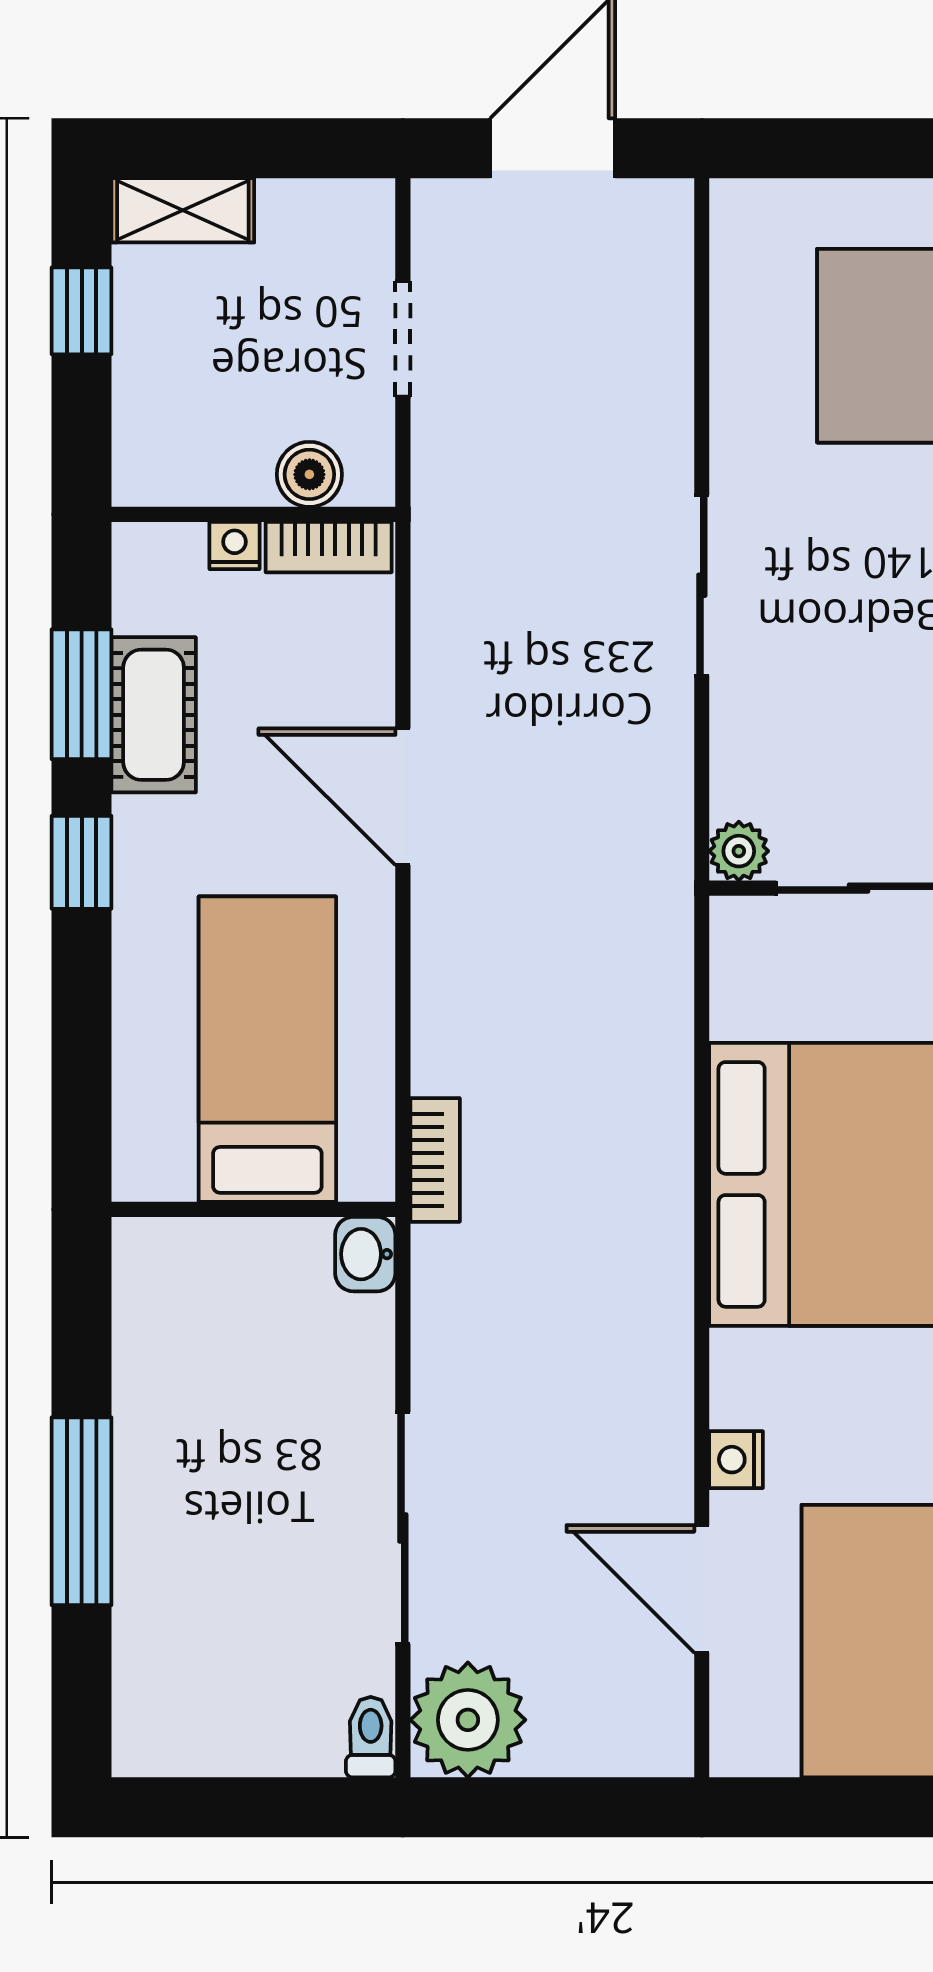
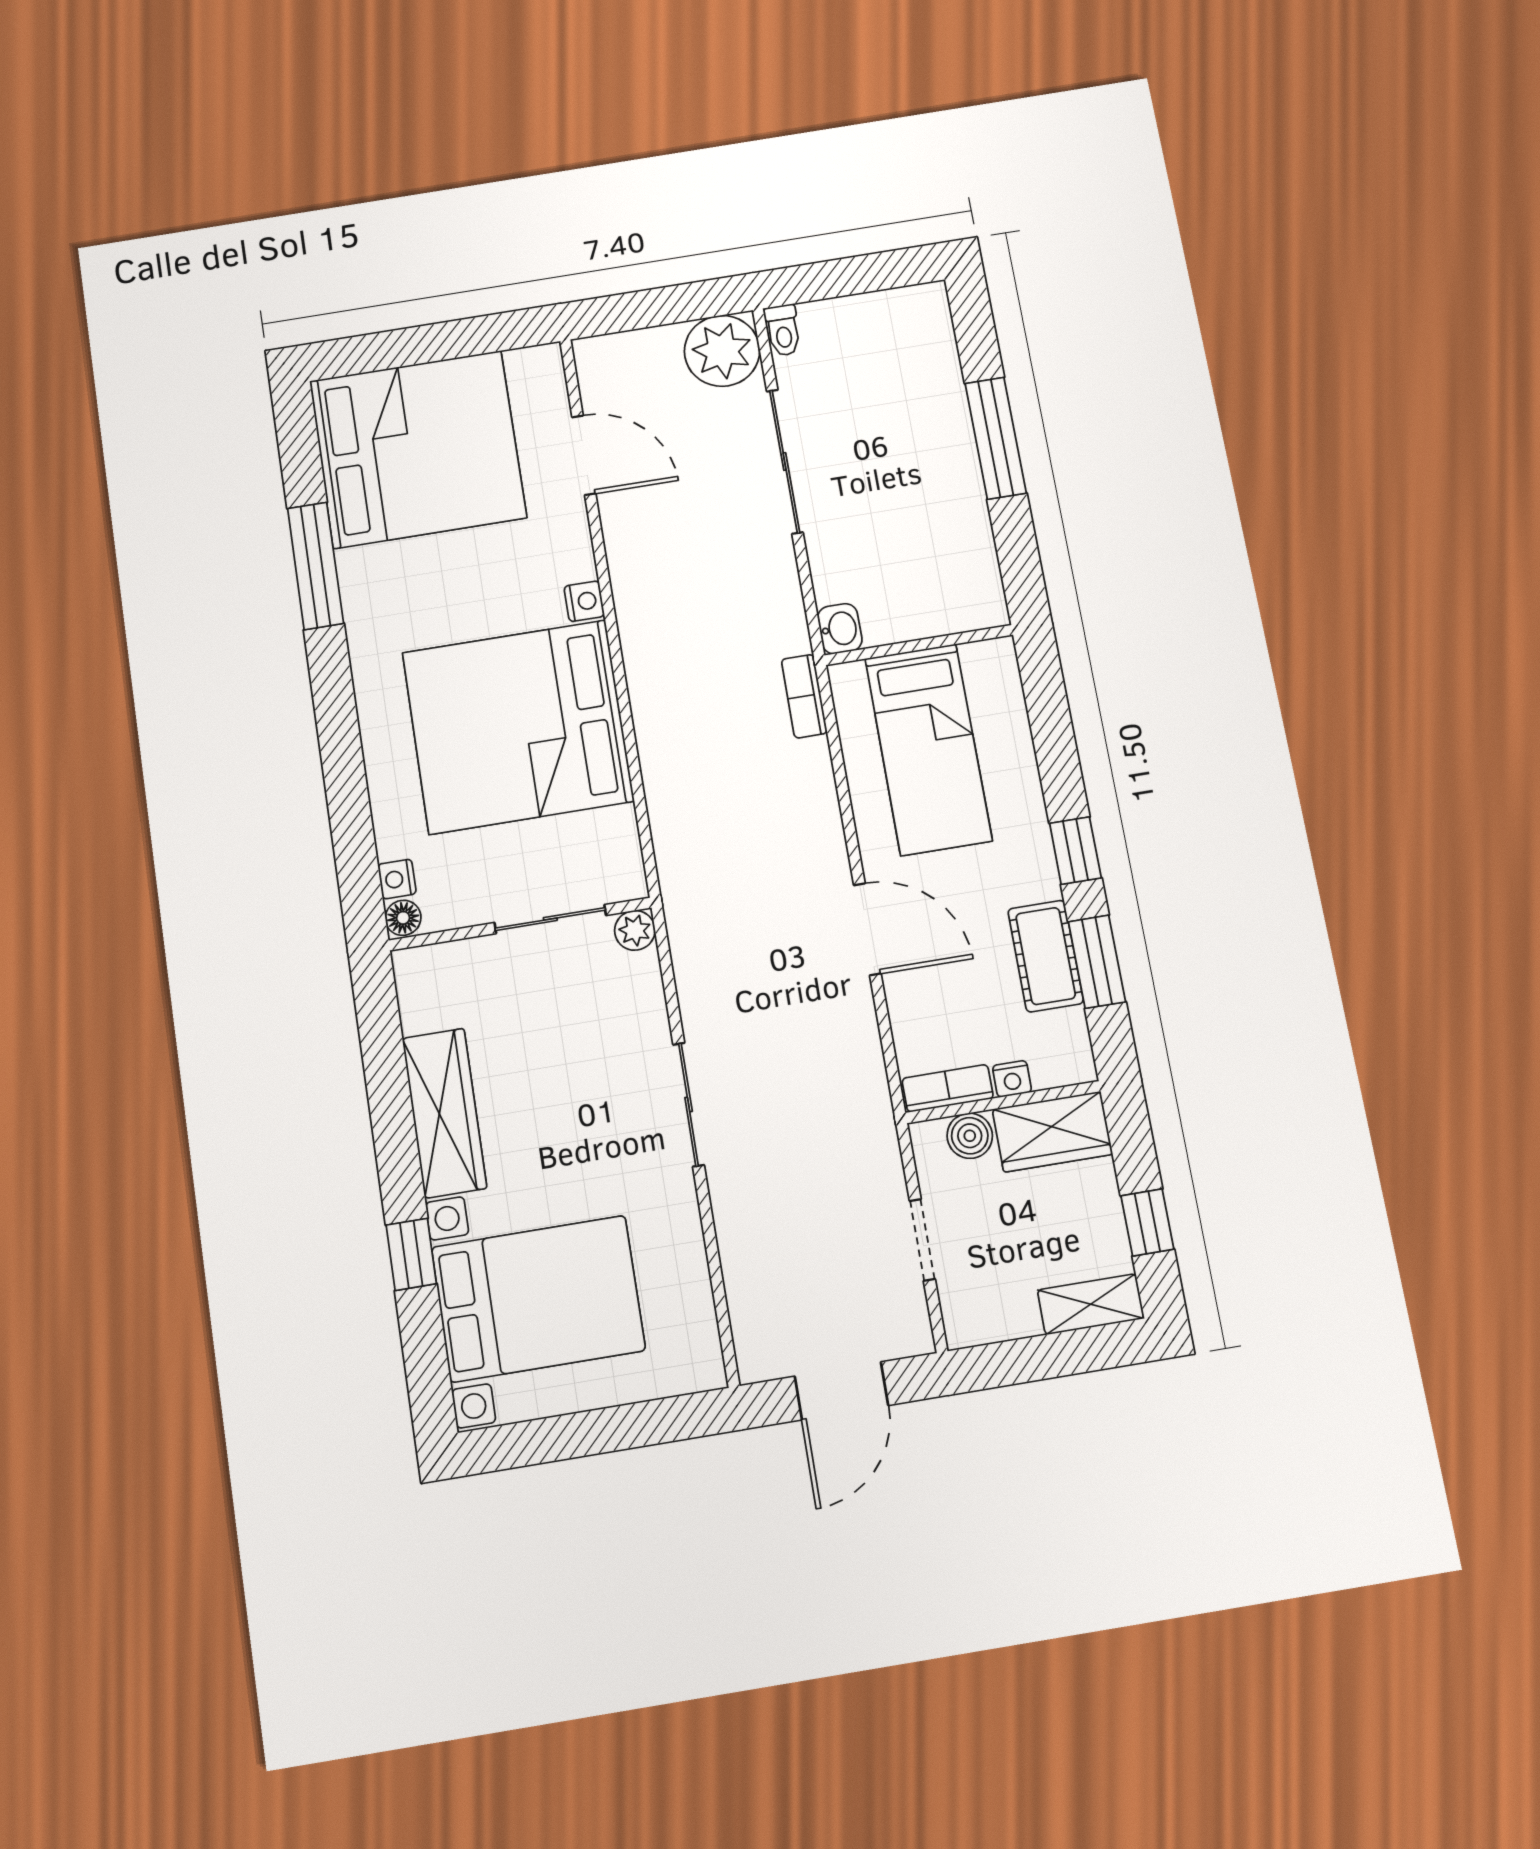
wardrobe: (191, 461) -> (1052, 1132), added
nightstand: (736, 1460) -> (584, 601), moved

